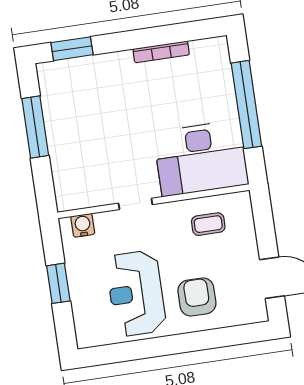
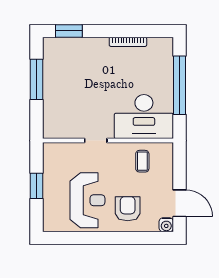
coffee table: (208, 224) -> (142, 161), turned 90
water cooler: (83, 225) -> (166, 225), moved, turned 180
reception desk: (136, 293) -> (87, 200), turned 180

